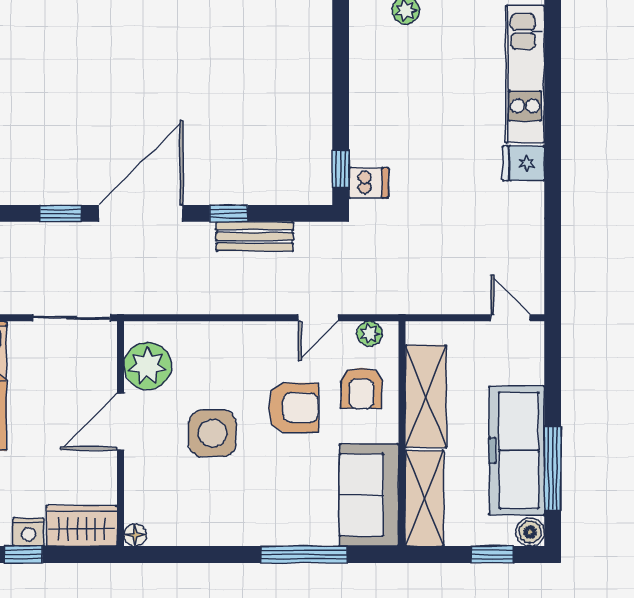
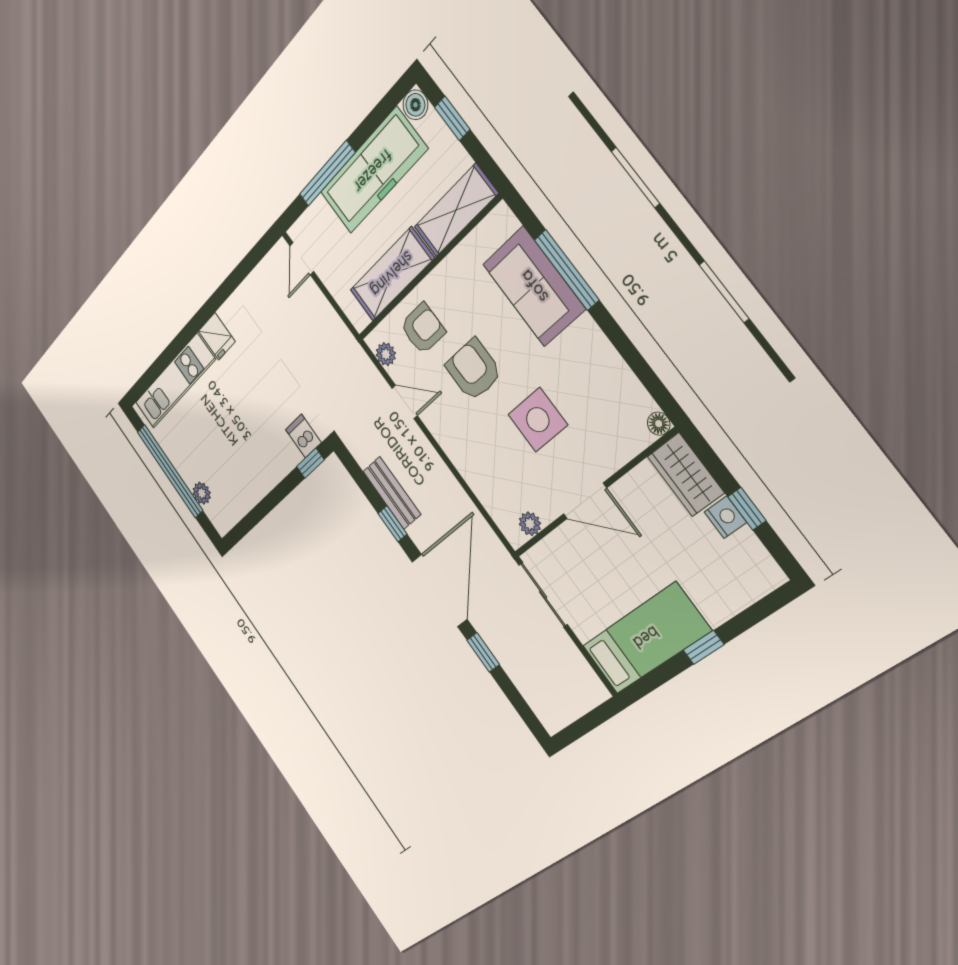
door: (141, 213) -> (439, 590), swing flipped
plant: (148, 366) -> (530, 524), width x0.53, depth x0.53
window: (553, 468) -> (327, 173), moved
sofa: (369, 495) -> (534, 286), moved, turned 90

